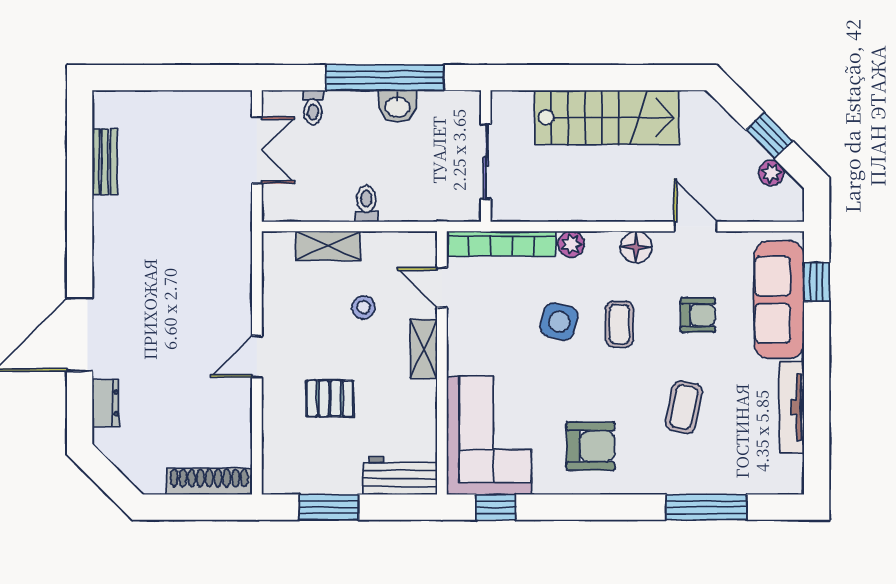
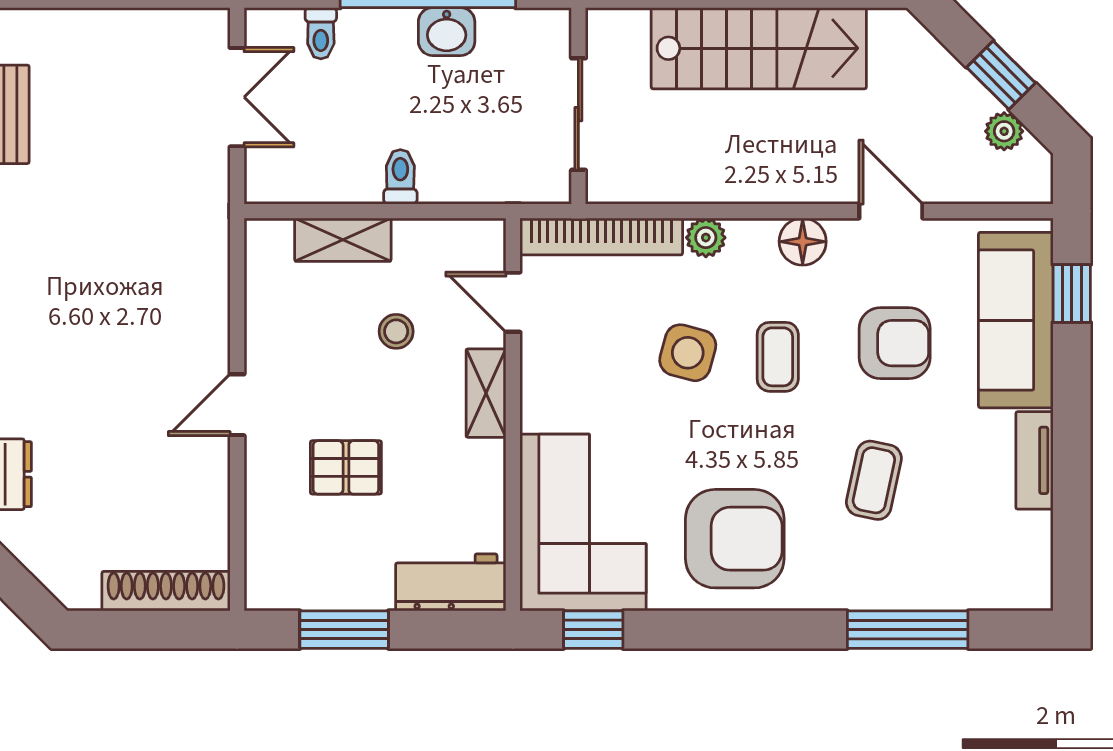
armchair: (698, 315) -> (895, 343), width x1.38, depth x1.38
tv unit: (792, 407) -> (1034, 460), width x0.71
armchair: (591, 446) -> (735, 539), width x1.36, depth x1.36

